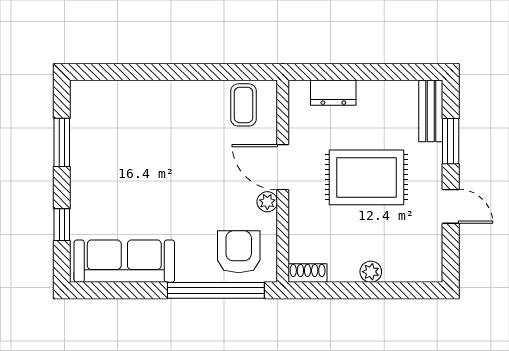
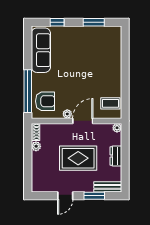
plant: (298, 90) -> (117, 128), added
dresser: (333, 93) -> (116, 156), moved
rug: (366, 177) -> (78, 158), turned 90
plant: (371, 272) -> (36, 146), moved

